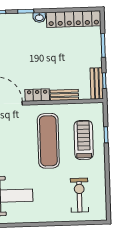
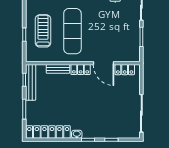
bench: (97, 83) -> (31, 82), width x1.36
treadmill: (84, 140) -> (43, 31), turned 180

